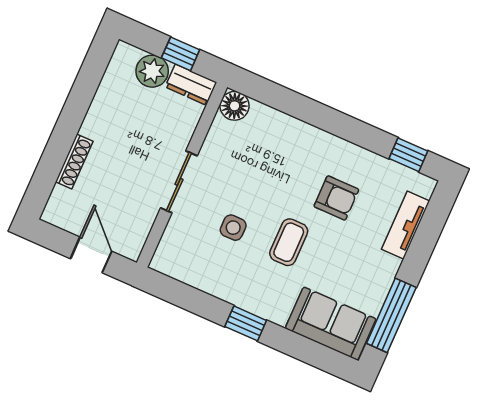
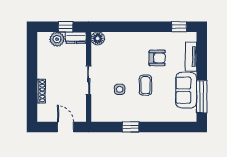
window: (246, 323) -> (131, 127), moved
sofa: (331, 324) -> (186, 90), moved, turned -90

